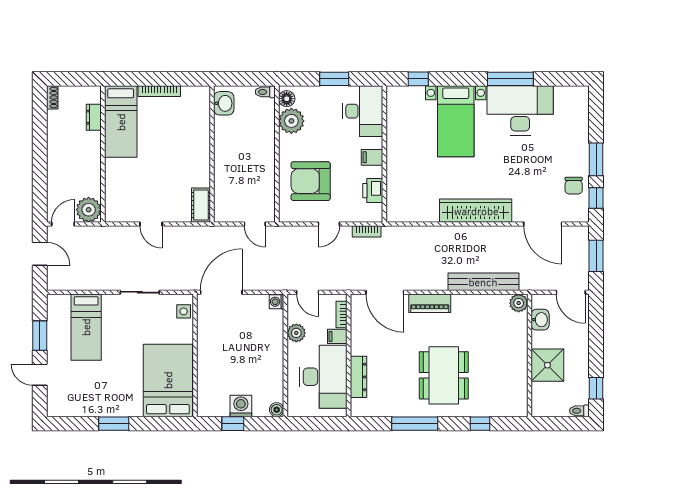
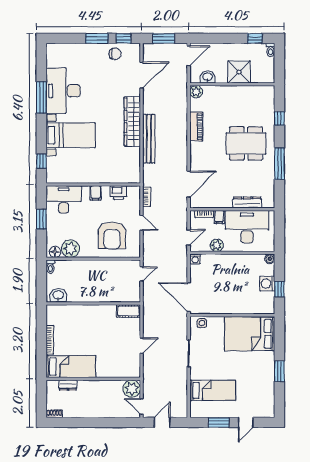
bench: (483, 282) -> (149, 139), moved
piano: (430, 303) -> (196, 127), moved

